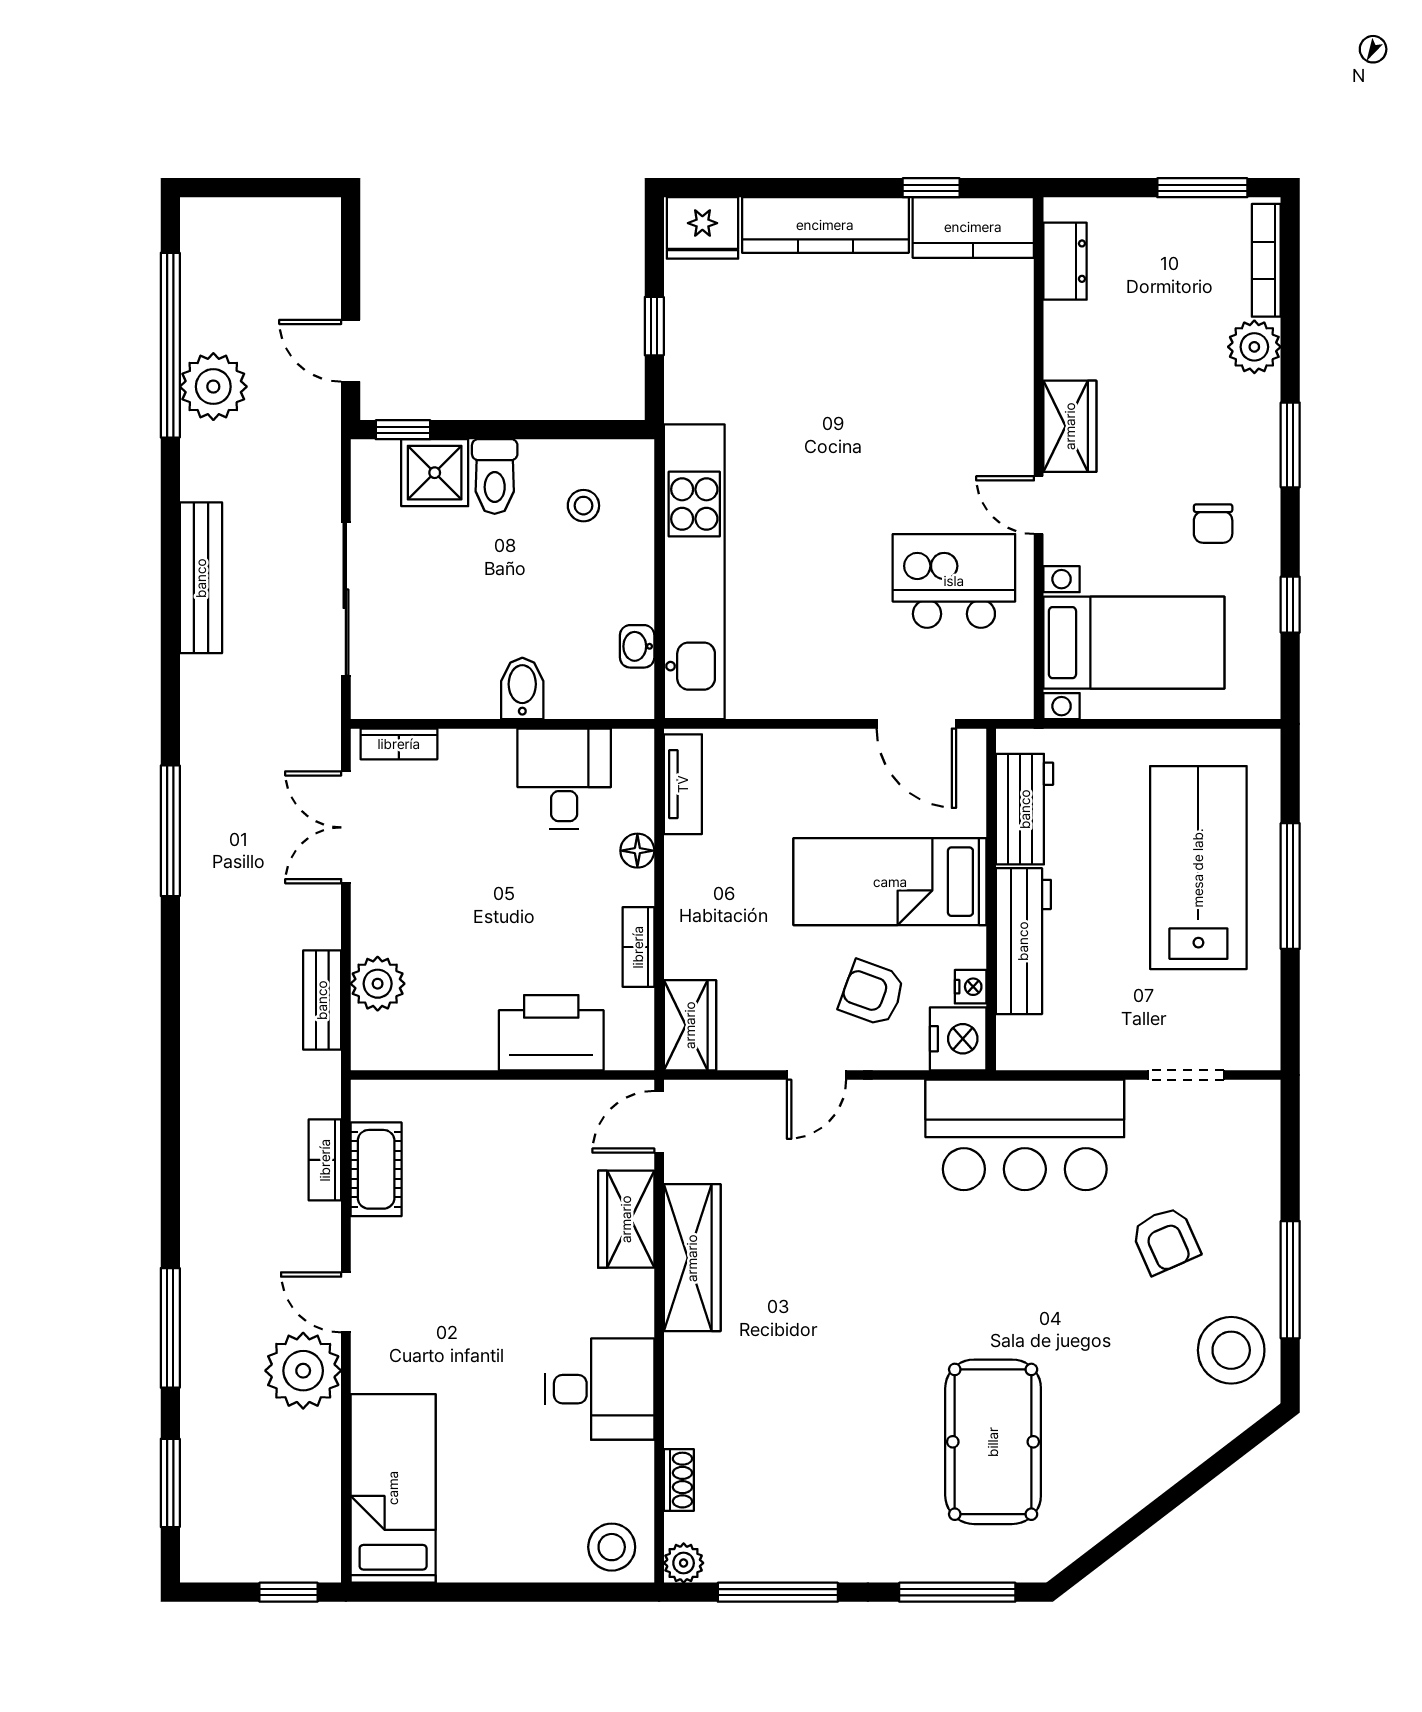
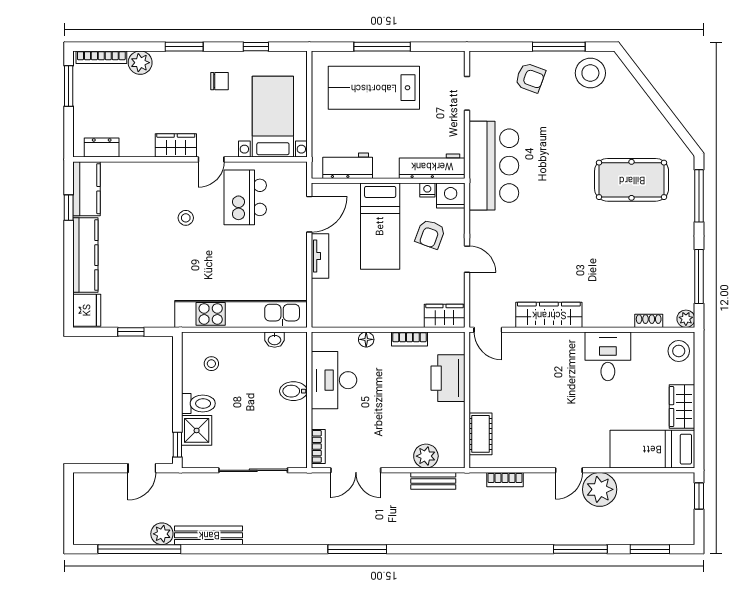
plant: (213, 387) -> (162, 534), width x0.73, depth x0.73
stool: (908, 448) -> (186, 218), added
bench: (201, 578) -> (209, 535), moved
desk: (564, 779) -> (334, 380), width x1.37
tv unit: (683, 784) -> (320, 256), moved, turned 90
workbench: (1023, 941) -> (432, 166), moved
cot: (376, 1169) -> (480, 434), moved, turned 90
wardrobe: (626, 1219) -> (682, 407), moved, turned 90
armchair: (1165, 1240) -> (530, 78), moved, turned 44

